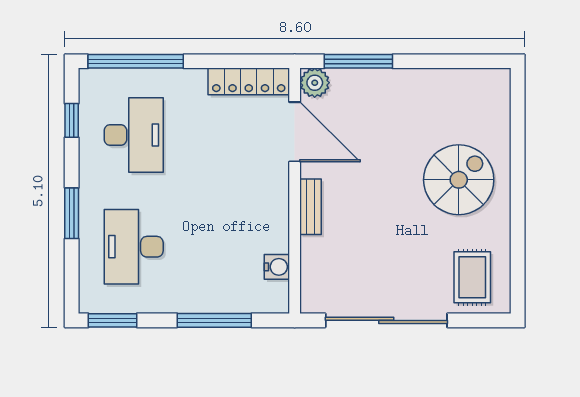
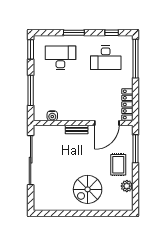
plant: (315, 83) -> (127, 186), moved
spiral stairs: (459, 180) -> (88, 189), turned 90
rug: (472, 277) -> (118, 165), moved, turned 90

